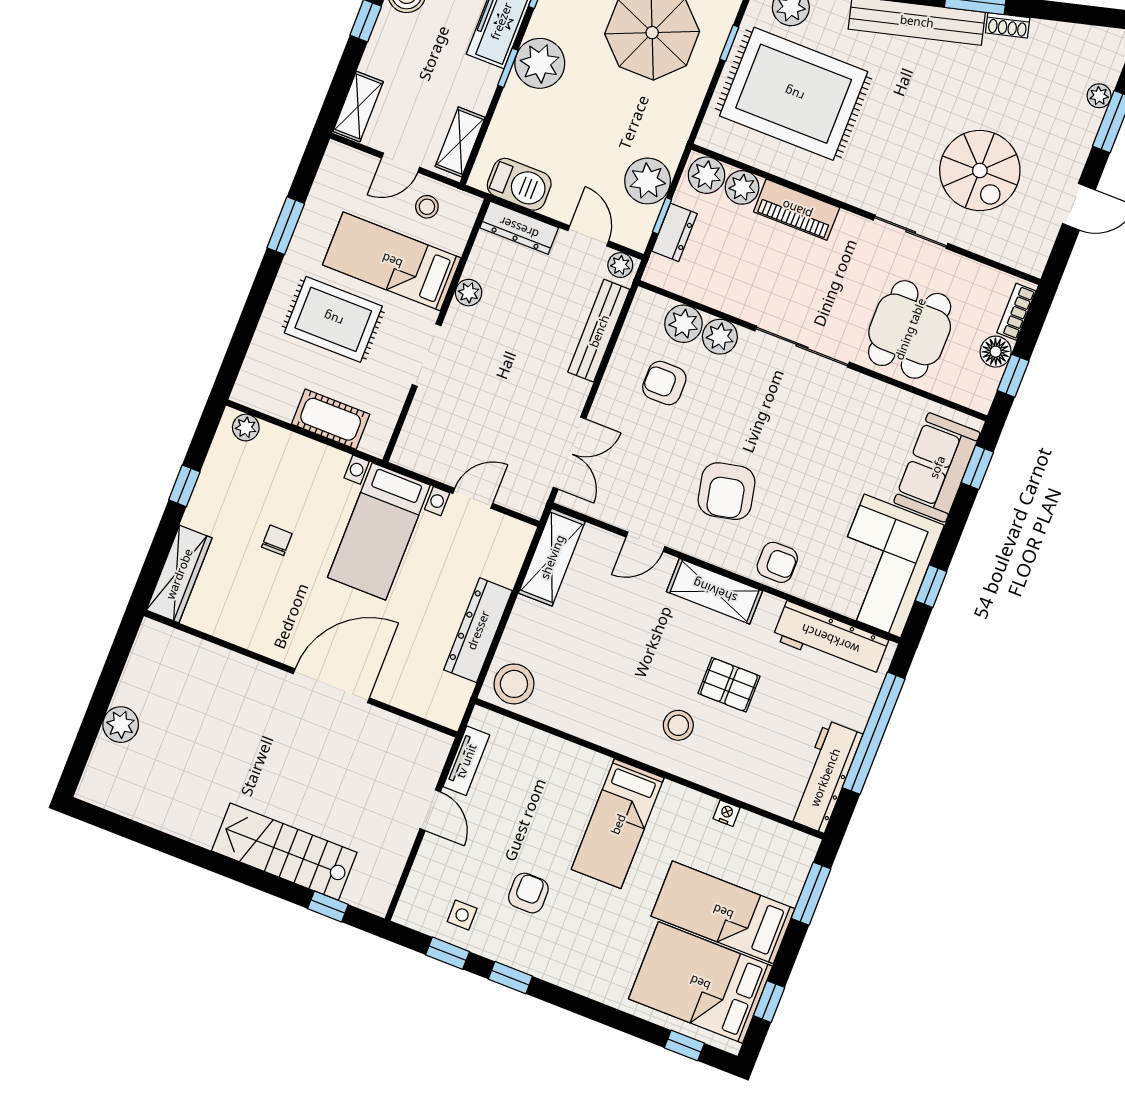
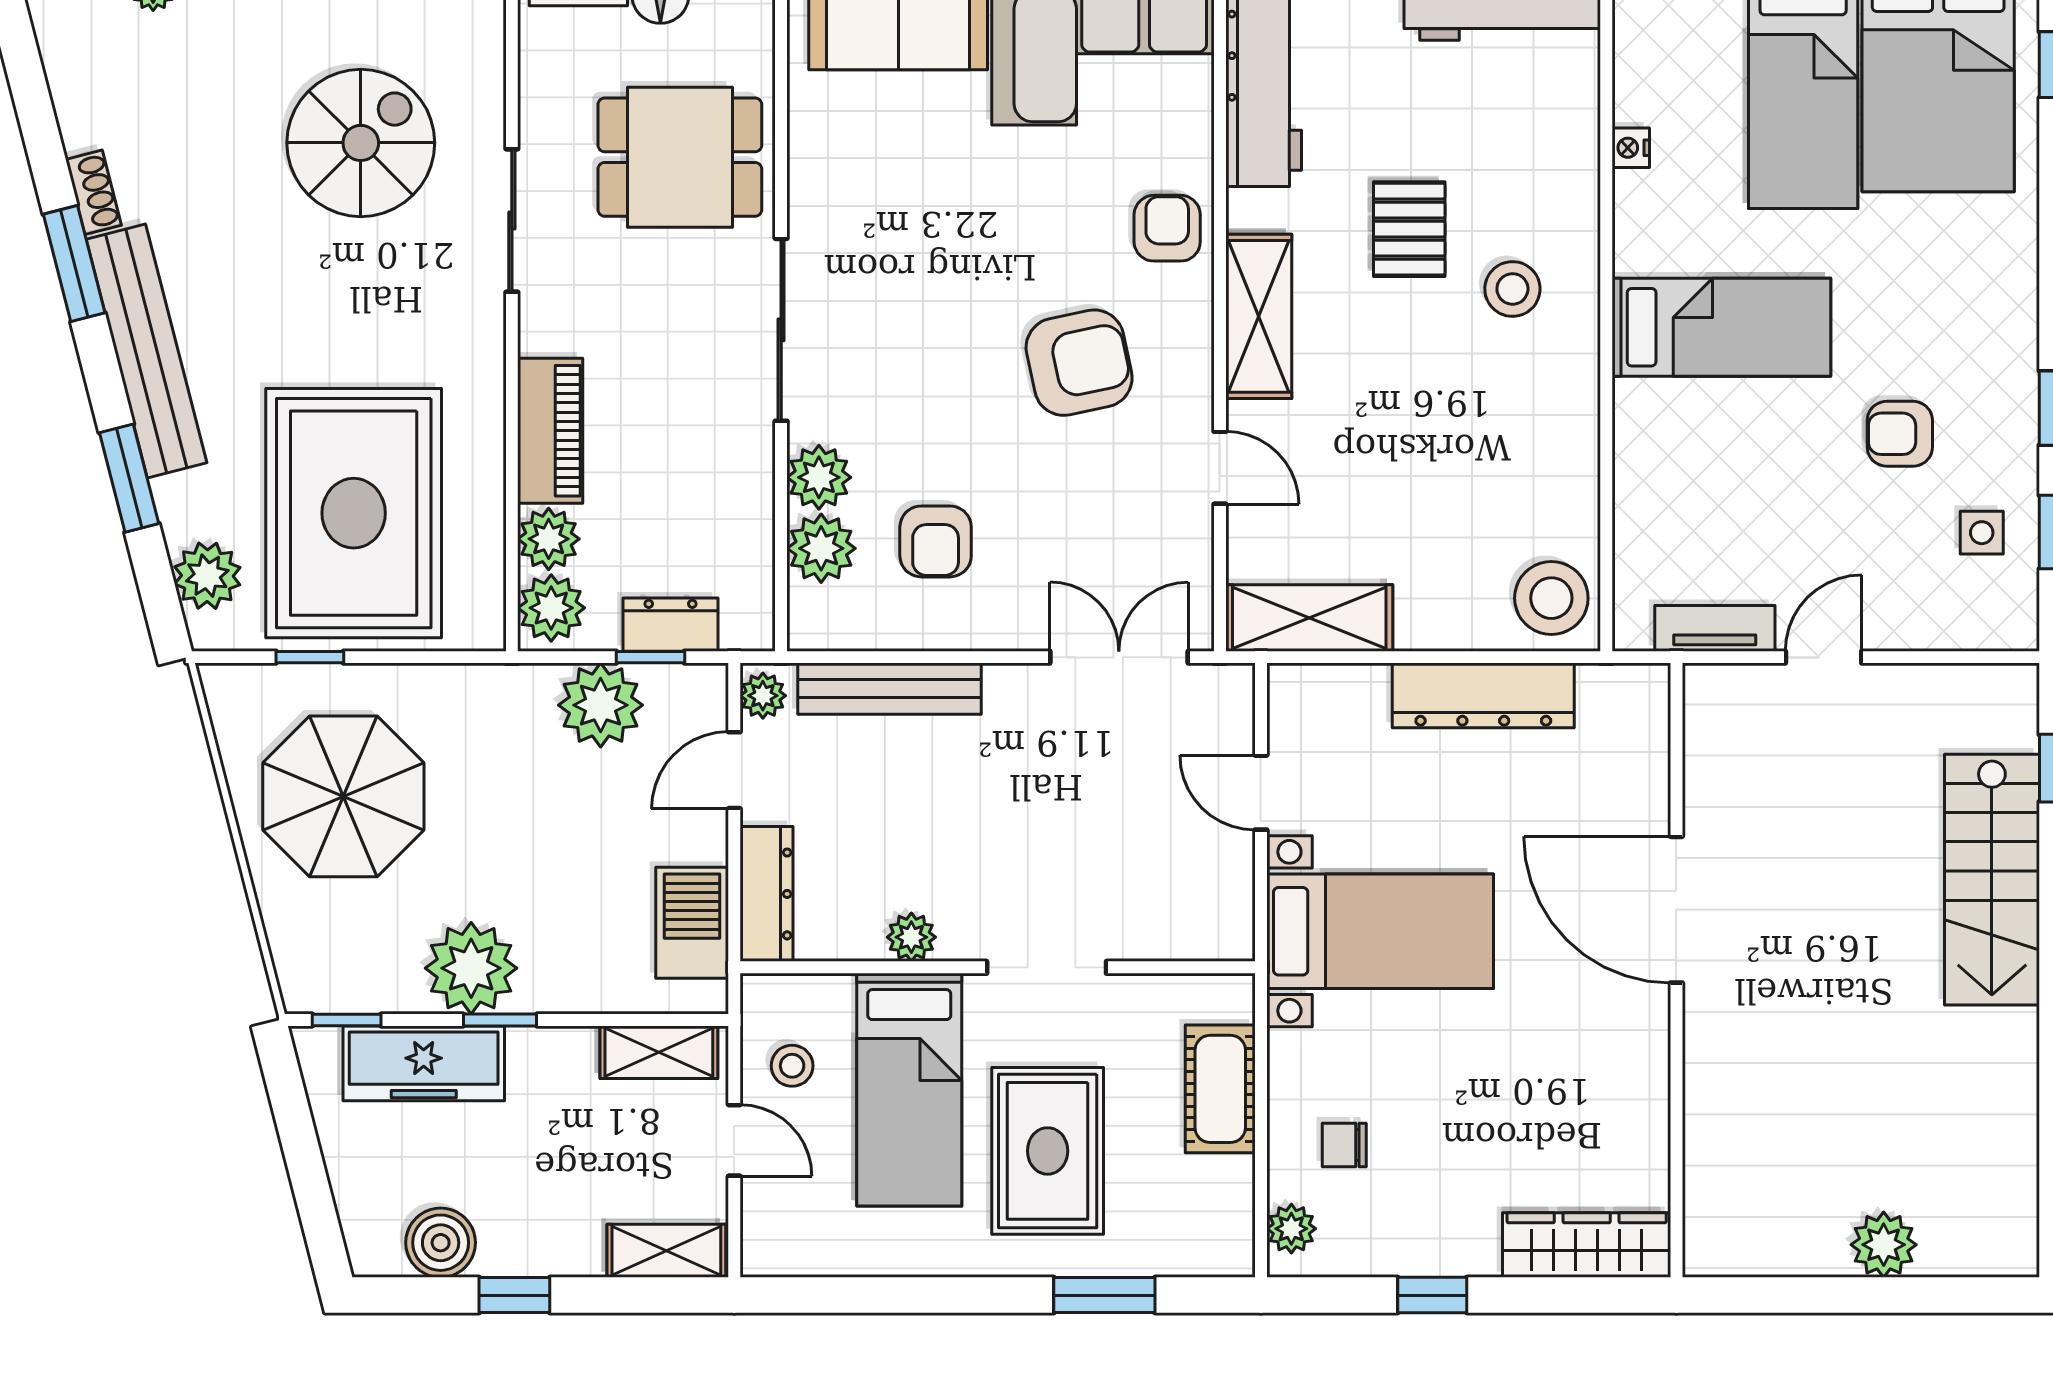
window: (286, 226) -> (1104, 1295), moved
chair: (277, 540) -> (1344, 1145), moved

